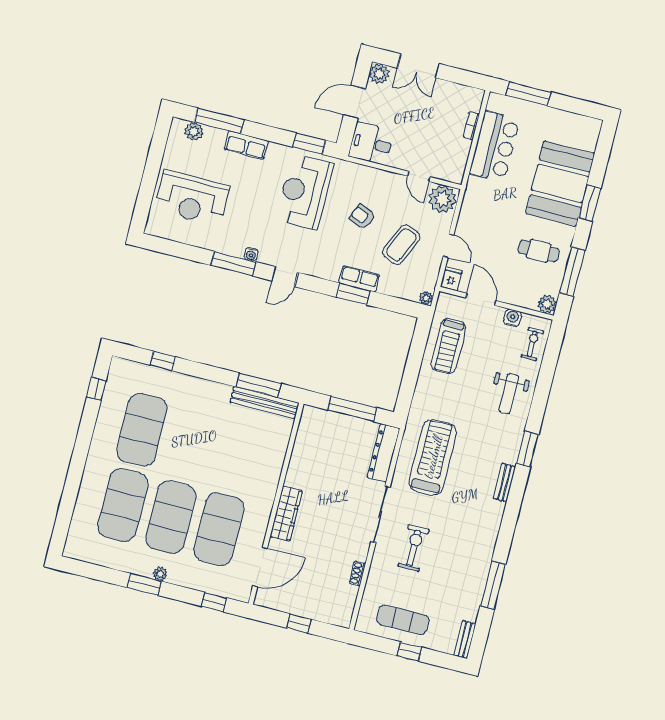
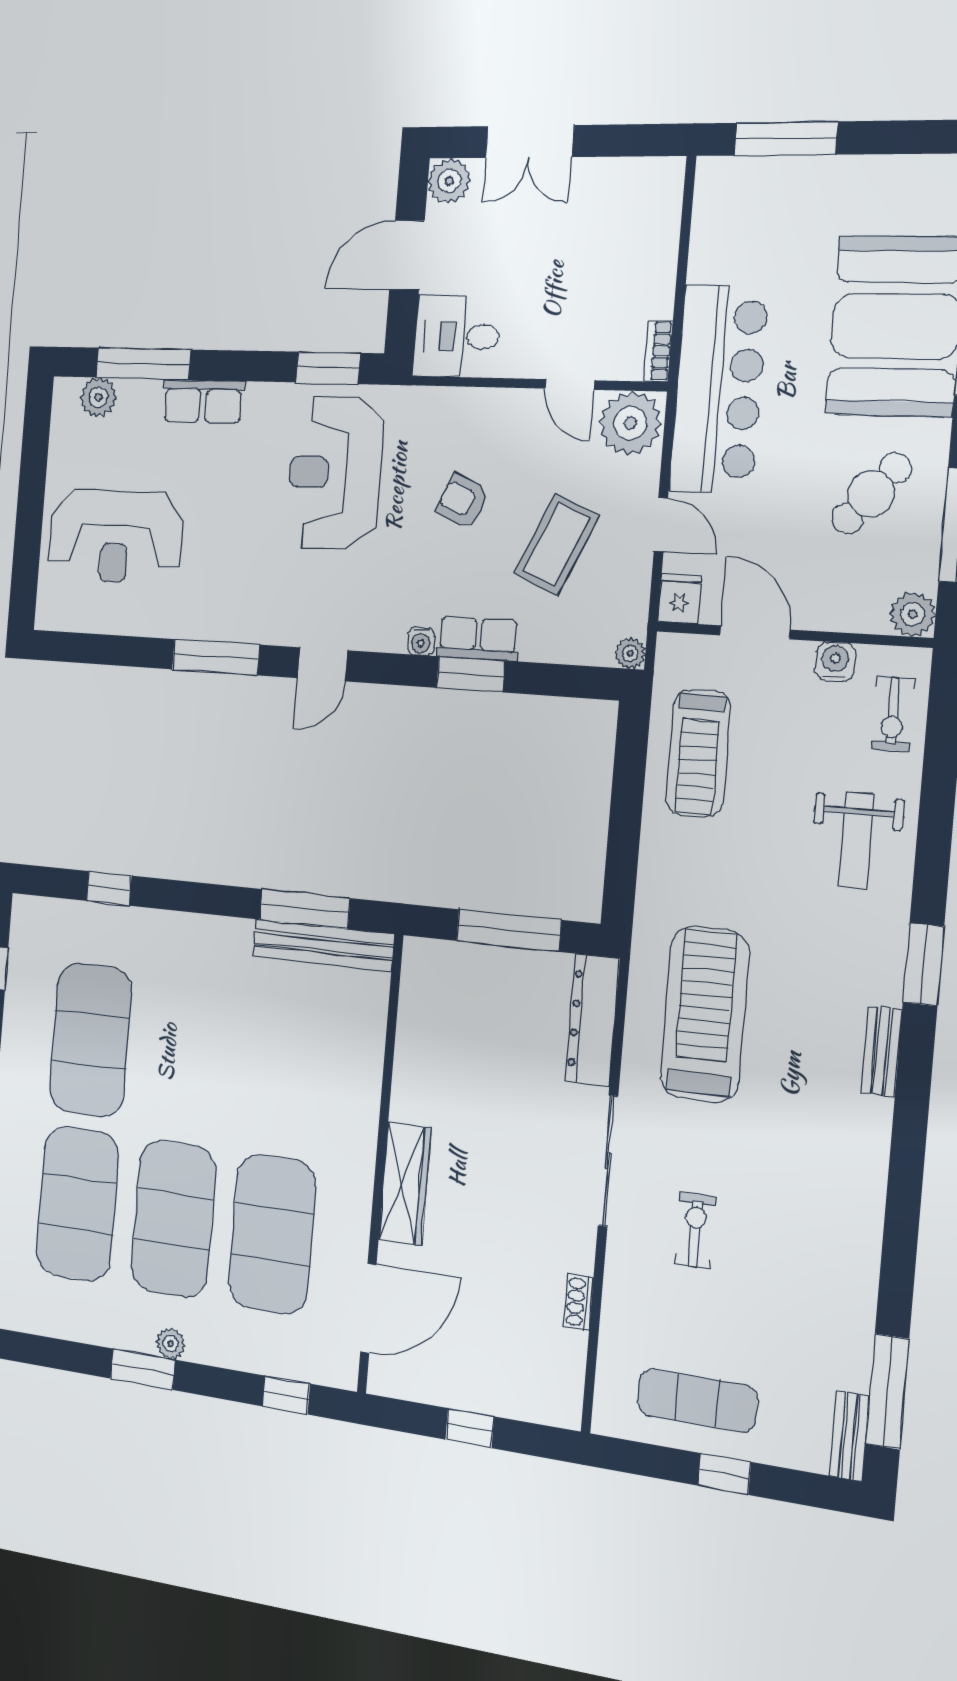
bookcase: (471, 126) -> (658, 351), moved
bar counter: (494, 146) -> (719, 389), moved, width x1.36
cafe table: (539, 251) -> (871, 494), turned -50
water cooler: (251, 254) -> (421, 641), moved
exercise bike: (532, 344) -> (893, 714), turned 180
exercise bike: (414, 548) -> (695, 1230), width x0.73, depth x0.72
window: (493, 585) -> (887, 1391), moved

